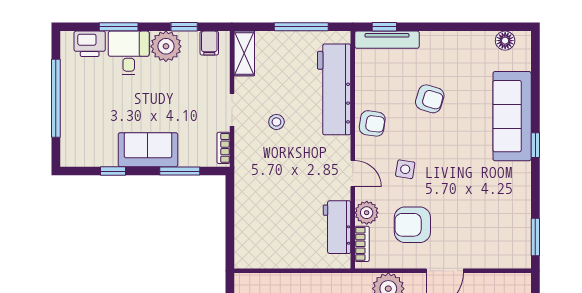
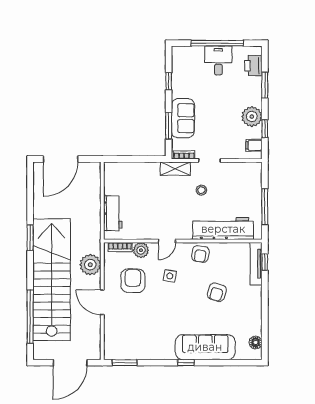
desk: (129, 53) -> (218, 61), moved, turned -90
shelving: (244, 53) -> (175, 169), moved
sofa: (148, 150) -> (183, 118), moved
workbench: (337, 227) -> (113, 213), moved, turned 90

